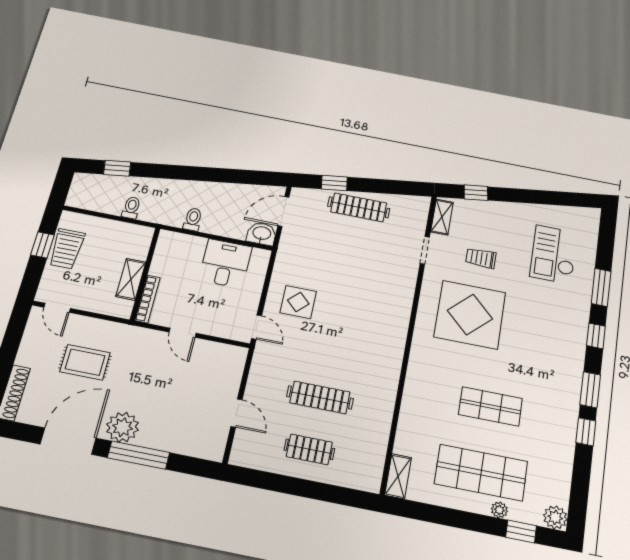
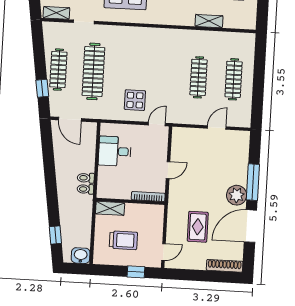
toilet: (131, 208) -> (85, 189), moved
washbasin: (262, 234) -> (81, 256), moved, turned 90
window: (42, 245) -> (136, 272), moved
trolley: (67, 249) -> (123, 240), moved
clothes rail: (350, 252) -> (93, 71), added
shelving: (131, 279) -> (110, 208), moved
door: (68, 441) -> (250, 226), hinge flipped
clothes rail: (309, 449) -> (234, 79), width x1.36
shelving: (398, 476) -> (209, 21), moved

